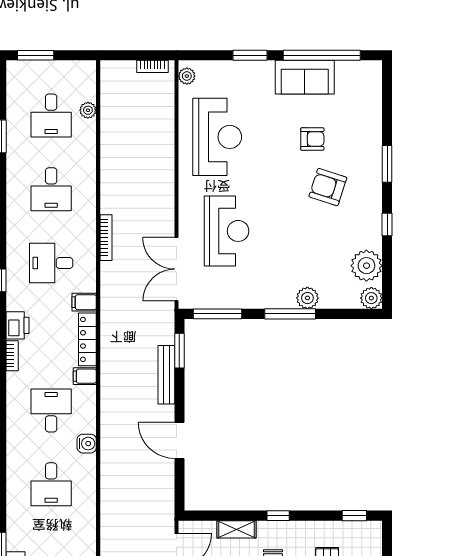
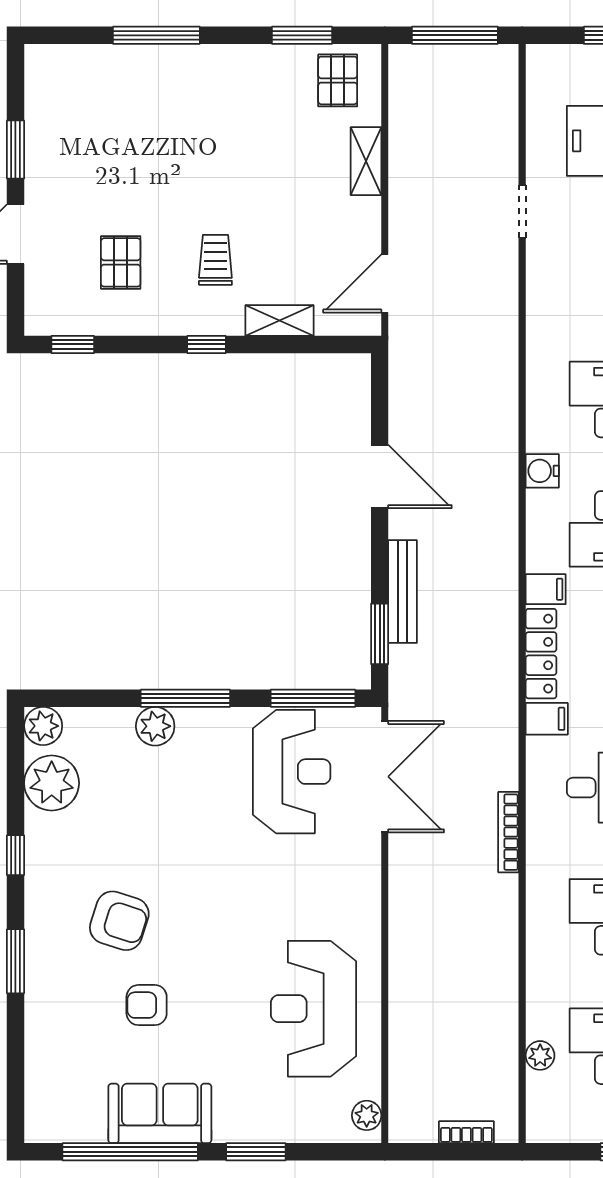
bookcase: (152, 66) -> (466, 1132), moved
reception desk: (227, 231) -> (292, 772), moved, turned 180

